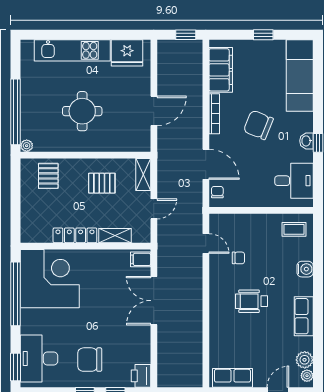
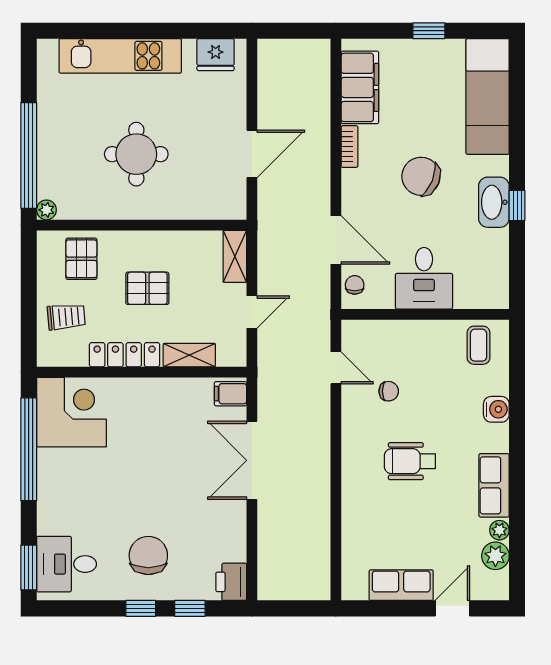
window: (186, 35) -> (303, 31), removed
fridge: (127, 53) -> (216, 55), width x0.73, depth x0.75
bookcase: (214, 114) -> (350, 147), width x0.64
washbasin: (306, 141) -> (494, 202), width x1.91, depth x1.45
desk: (294, 181) -> (424, 278), moved, turned 90
pallet: (102, 183) -> (147, 288), moved
trolley: (39, 212) -> (66, 317), added
coffee table: (294, 229) -> (478, 345), turned 90
corner desk: (50, 279) -> (71, 412), width x0.74, depth x0.74
desk: (39, 358) -> (67, 564), width x0.73
chair: (90, 360) -> (148, 555), turned 90
plant: (307, 376) -> (499, 530), moved
row of seats: (232, 378) -> (401, 585), moved

